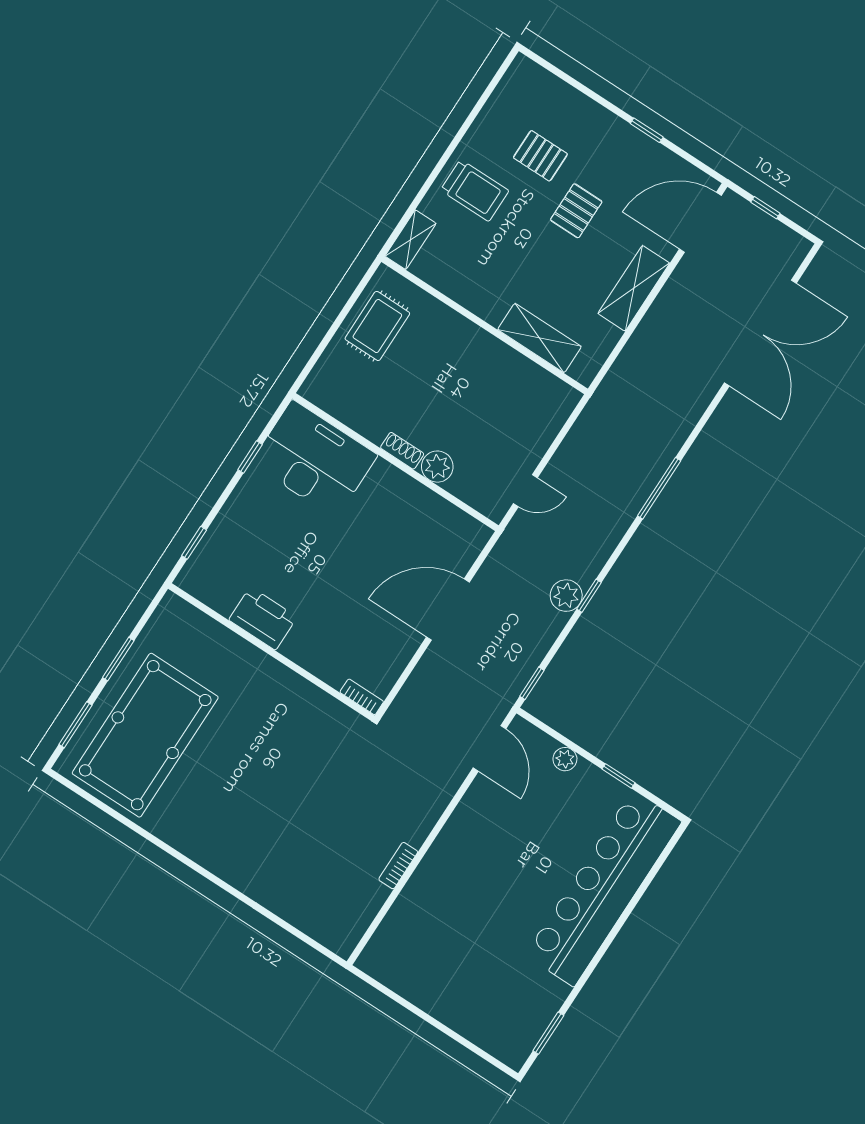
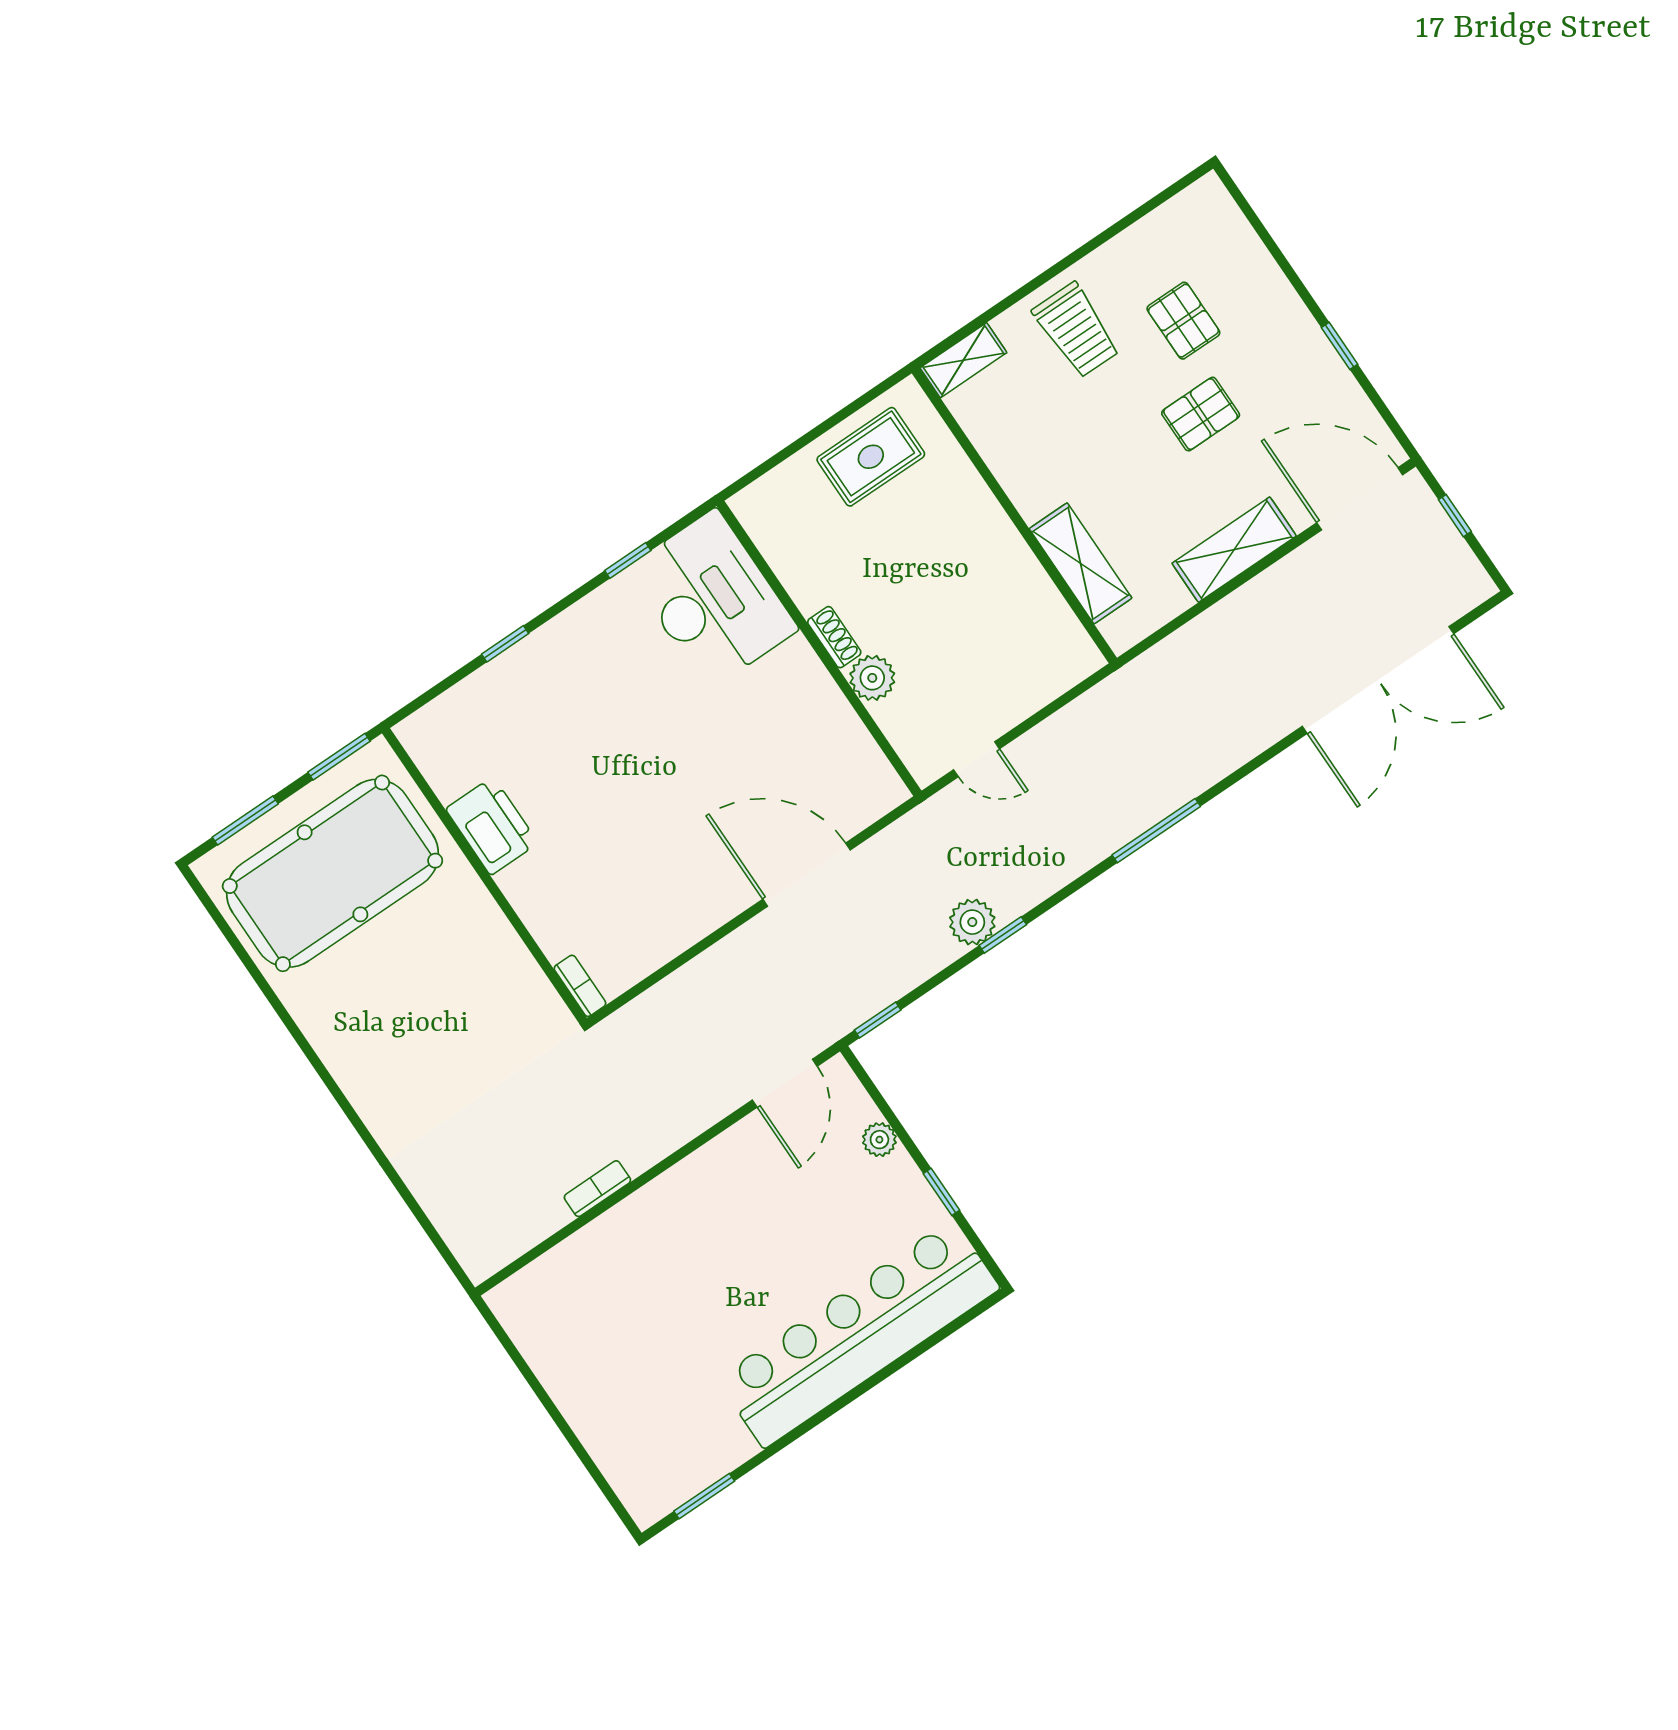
printer: (263, 618) -> (492, 826), moved
wall: (271, 652) -> (484, 876), moved
bookcase: (362, 697) -> (580, 986), moved

